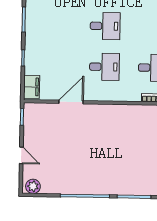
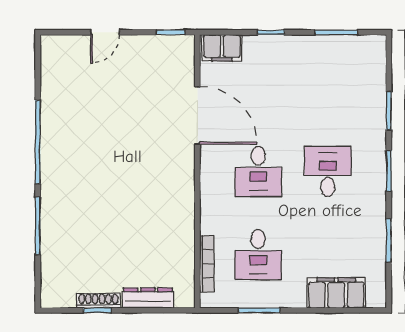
desk: (105, 26) -> (328, 171), turned 180
door: (71, 102) -> (197, 115), width x1.36
plant: (33, 186) -> (52, 53), removed

